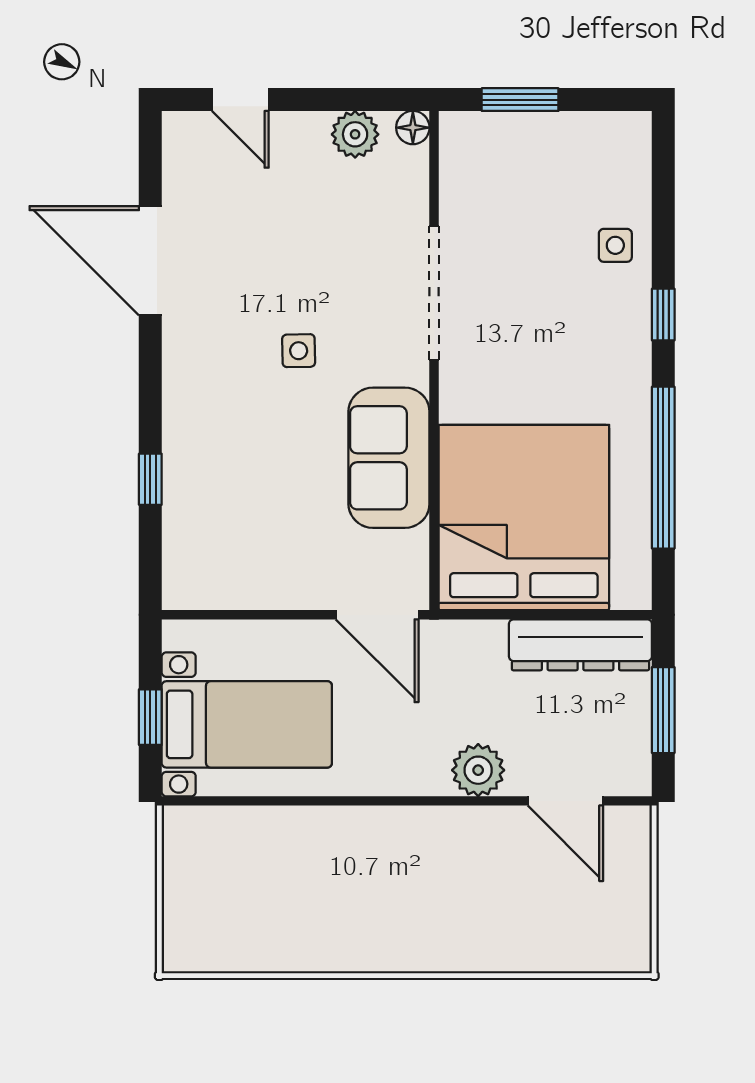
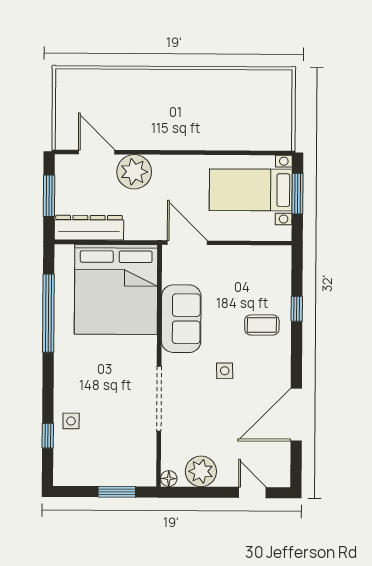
plant: (355, 134) -> (201, 471), width x1.36, depth x1.36
door: (150, 261) -> (296, 415), swing flipped
window: (663, 315) -> (48, 436), moved
coffee table: (222, 446) -> (262, 325), added
window: (150, 717) -> (297, 194), width x1.50
plant: (478, 770) -> (134, 172), width x1.36, depth x1.36

